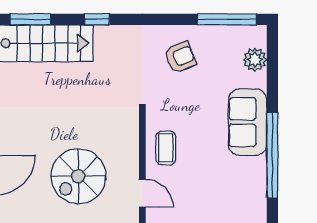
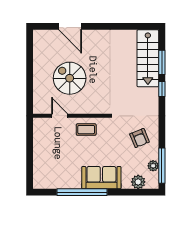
window: (31, 19) -> (162, 62), moved
plant: (227, 34) -> (153, 166), added
door: (142, 193) -> (60, 116), swing flipped

